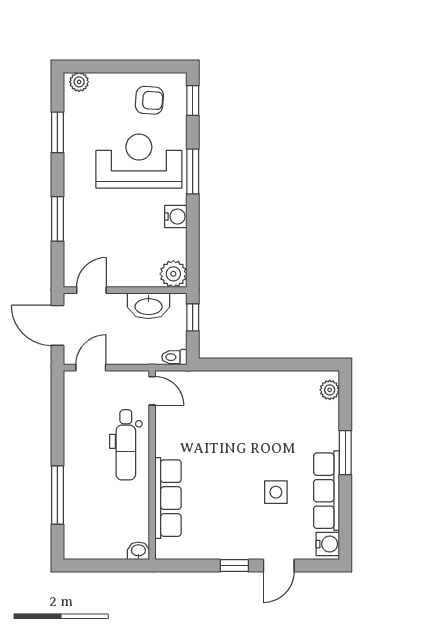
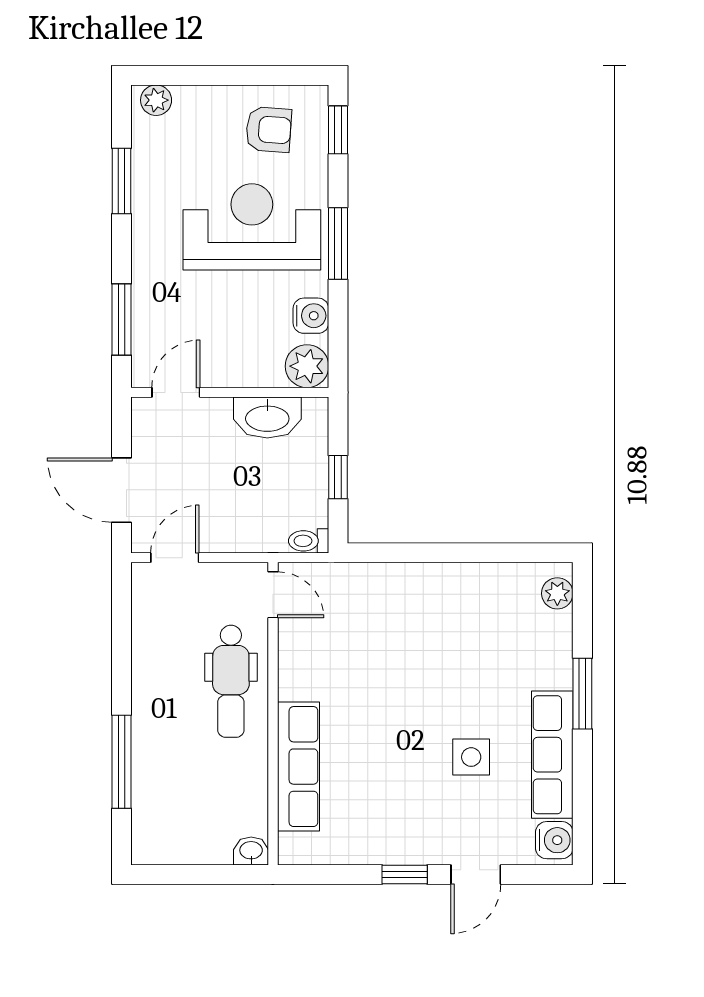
plant: (173, 274) -> (307, 366), moved
door: (91, 290) -> (176, 392), moved
wall: (125, 290) -> (230, 392), moved
washbasin: (149, 306) -> (267, 417), moved

